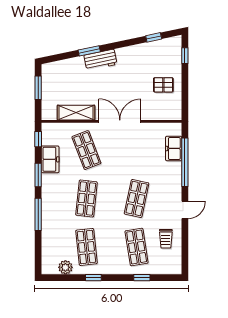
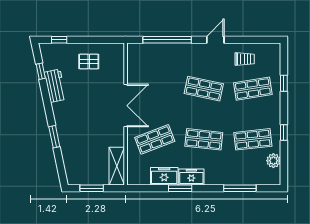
workbench: (100, 60) -> (55, 86), moved
pallet: (163, 85) -> (89, 62), turned 90
shelving: (76, 113) -> (117, 166), moved
double door: (120, 121) -> (126, 106), swing flipped
window: (38, 139) -> (144, 188), removed
freezer: (174, 148) -> (191, 177), moved, turned 180
door: (185, 210) -> (215, 40), hinge flipped
window: (38, 214) -> (240, 188), moved

